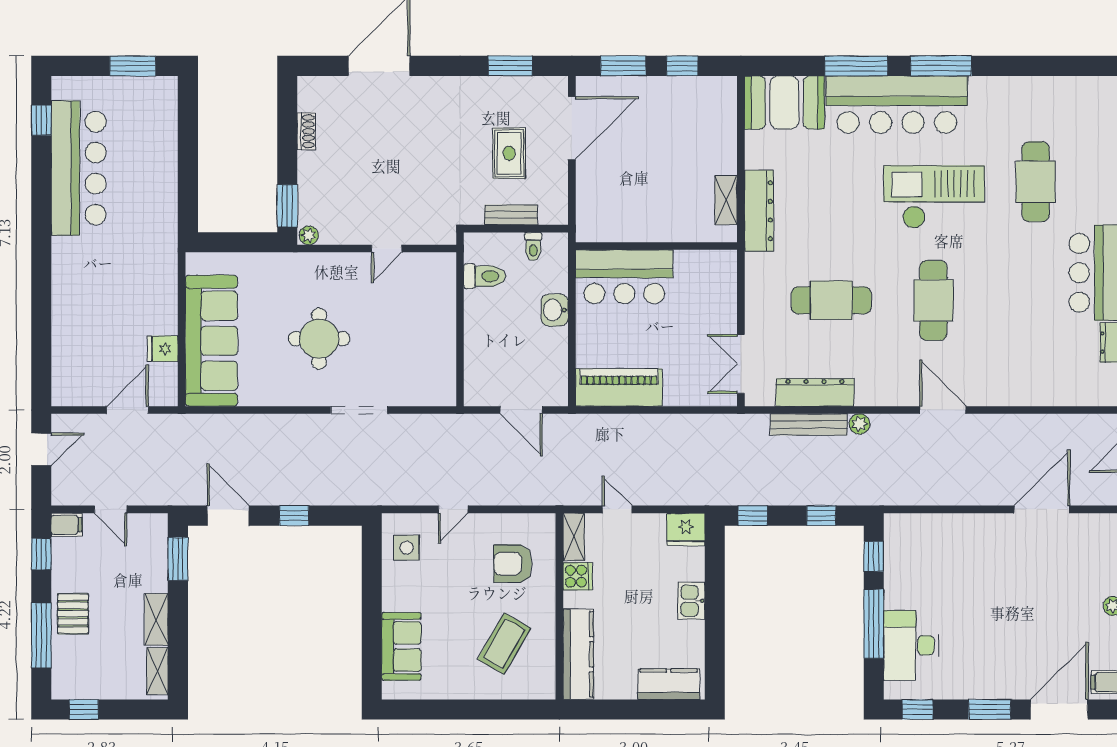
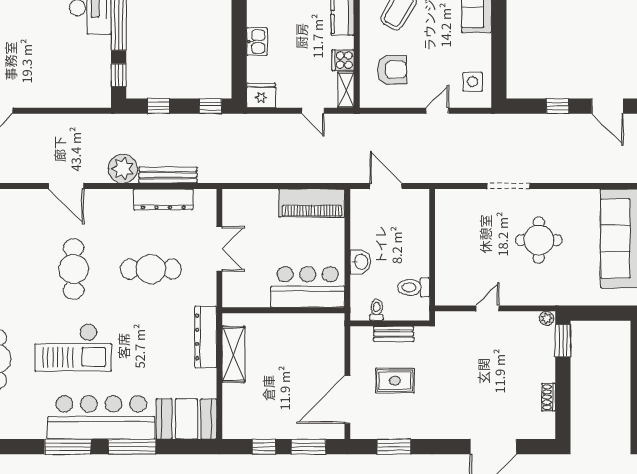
rug: (509, 153) -> (395, 381), turned 90
shelving: (726, 200) -> (233, 354), width x1.50, depth x1.33
double door: (741, 364) -> (219, 249), moved
plant: (859, 424) -> (123, 169), width x1.88, depth x1.88

